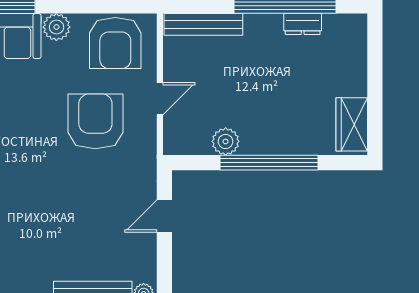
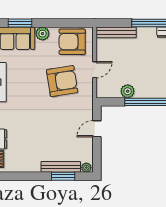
armchair: (115, 43) -> (72, 42), turned 90
armchair: (95, 121) -> (62, 81), turned 81

